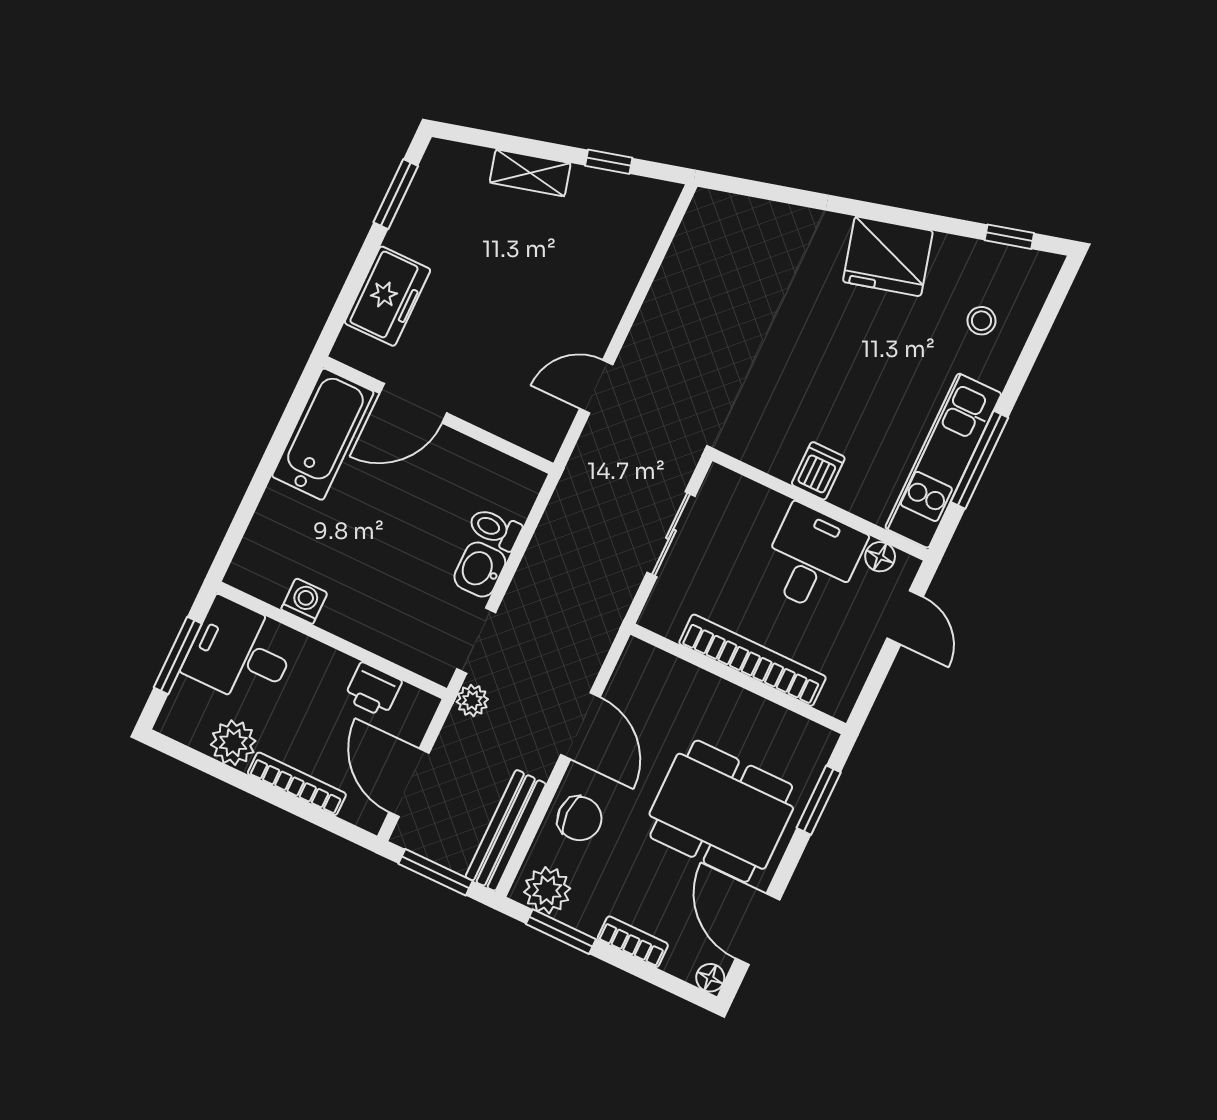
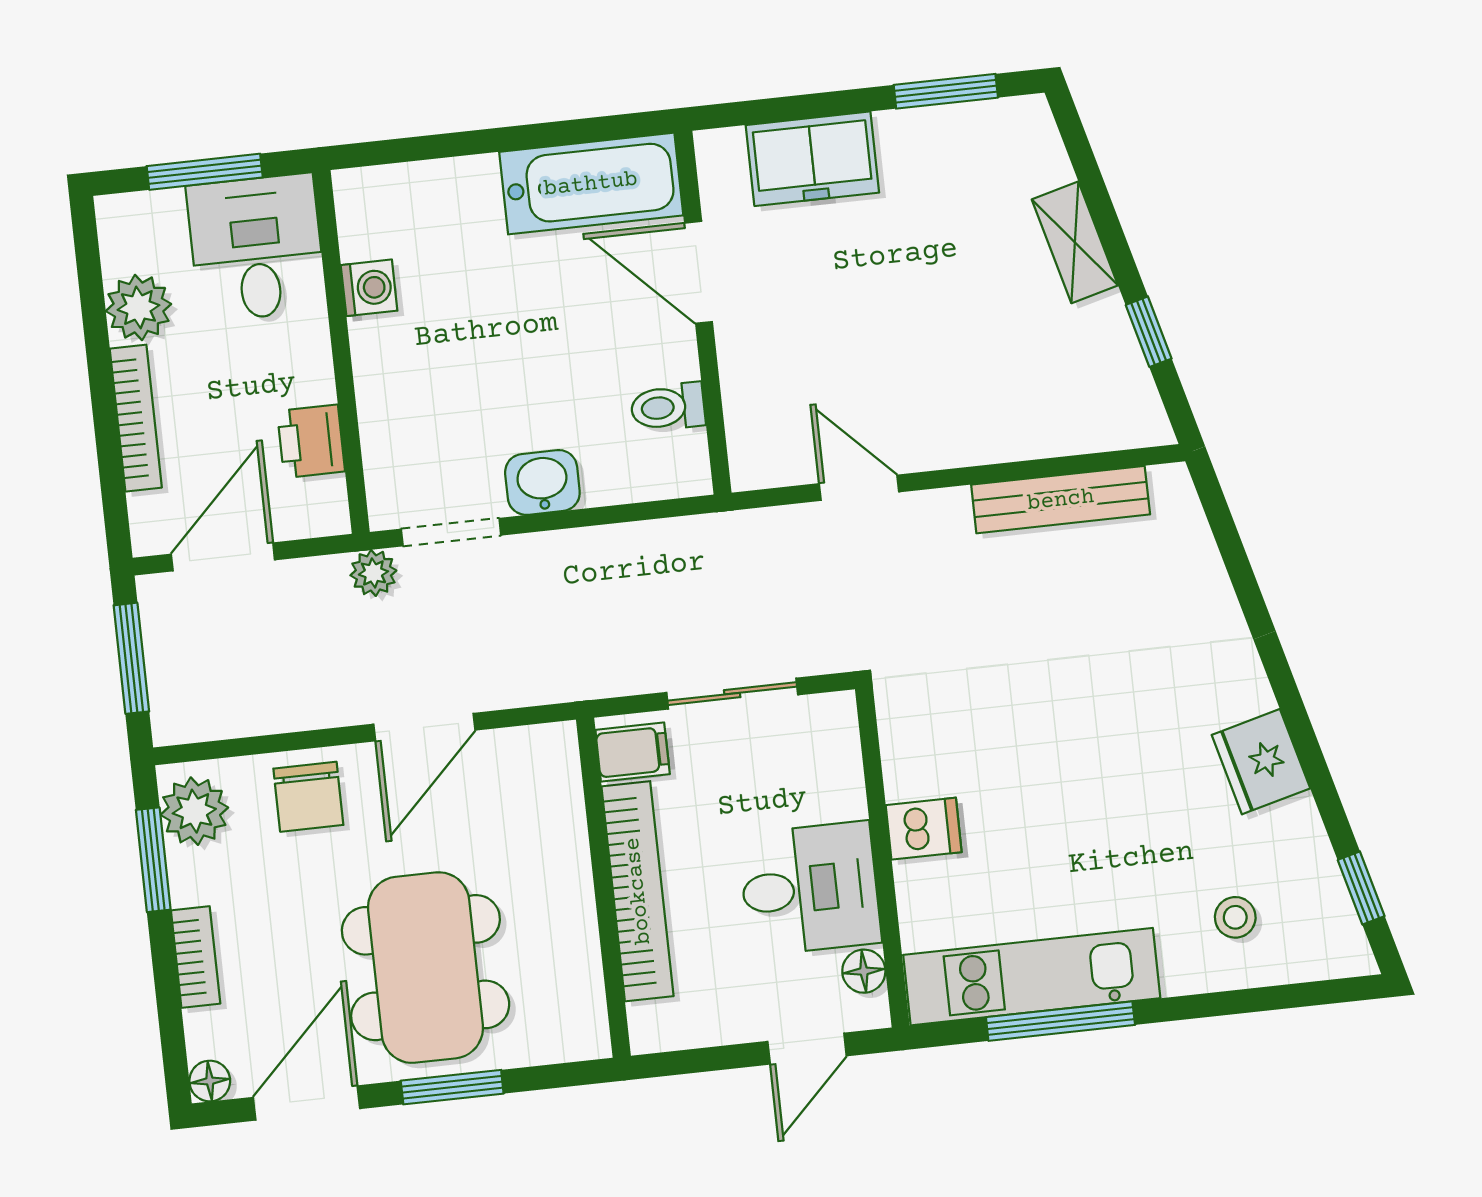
fridge: (888, 256) -> (1261, 762), width x0.73, depth x0.75
toilet: (495, 529) -> (668, 407), moved, turned -90
filing cabinet: (669, 613) -> (633, 752), added
window: (819, 800) -> (452, 1087), moved
bench: (506, 830) -> (1061, 500), moved

